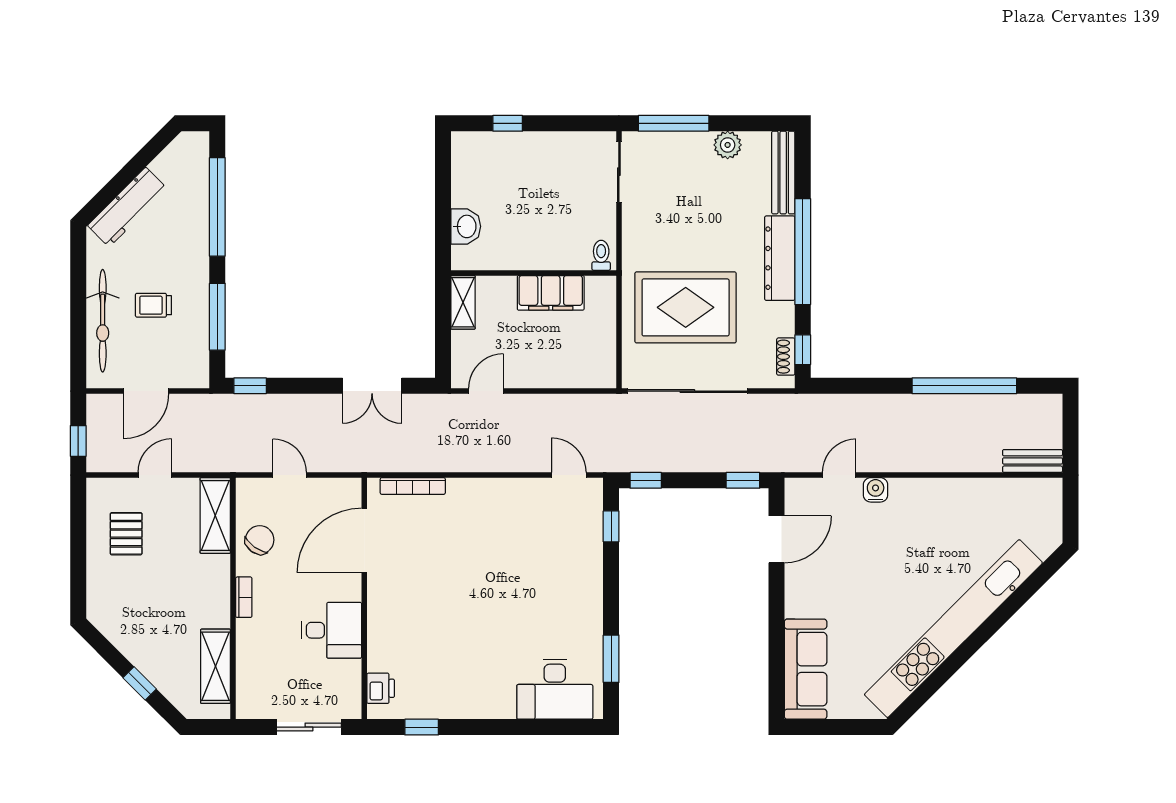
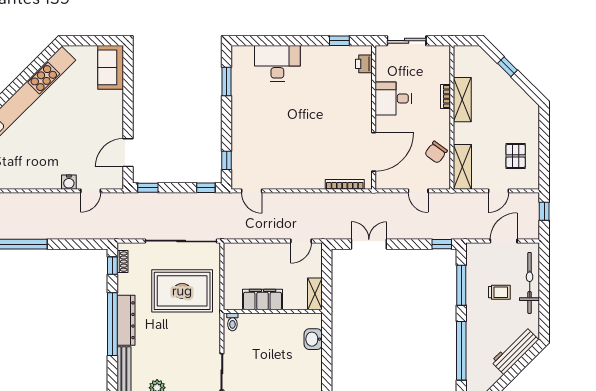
bookcase: (244, 597) -> (445, 97), moved
shelving: (216, 666) -> (462, 100), moved
sofa: (806, 669) -> (111, 67), width x0.73
desk: (555, 689) -> (277, 63), moved

